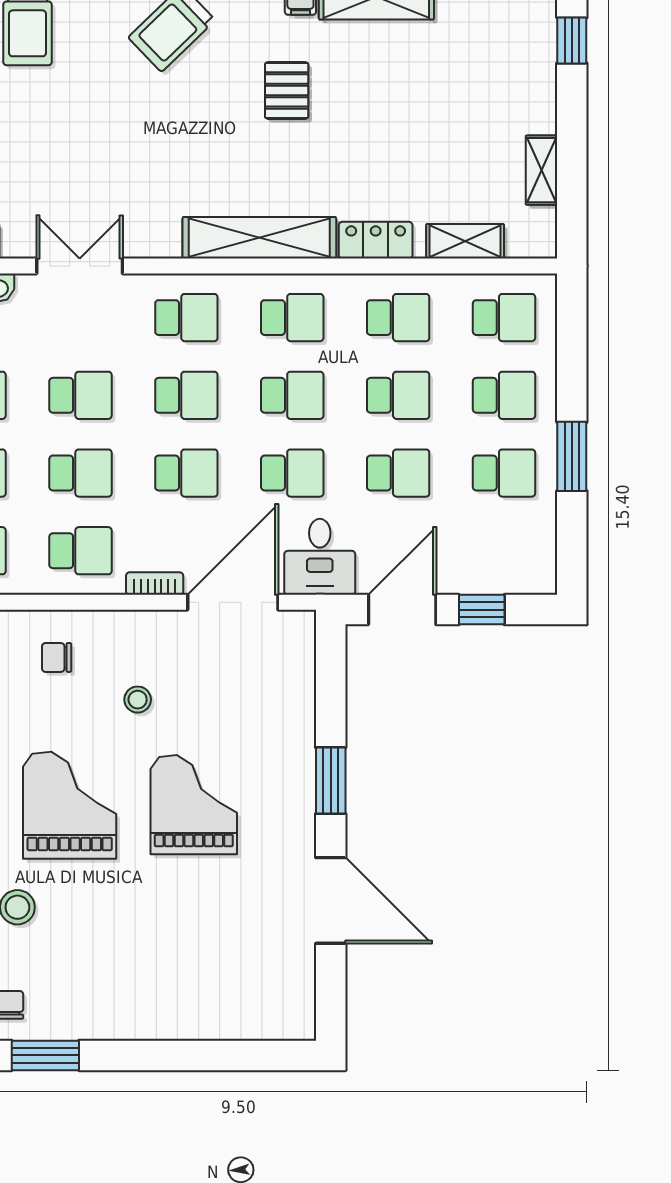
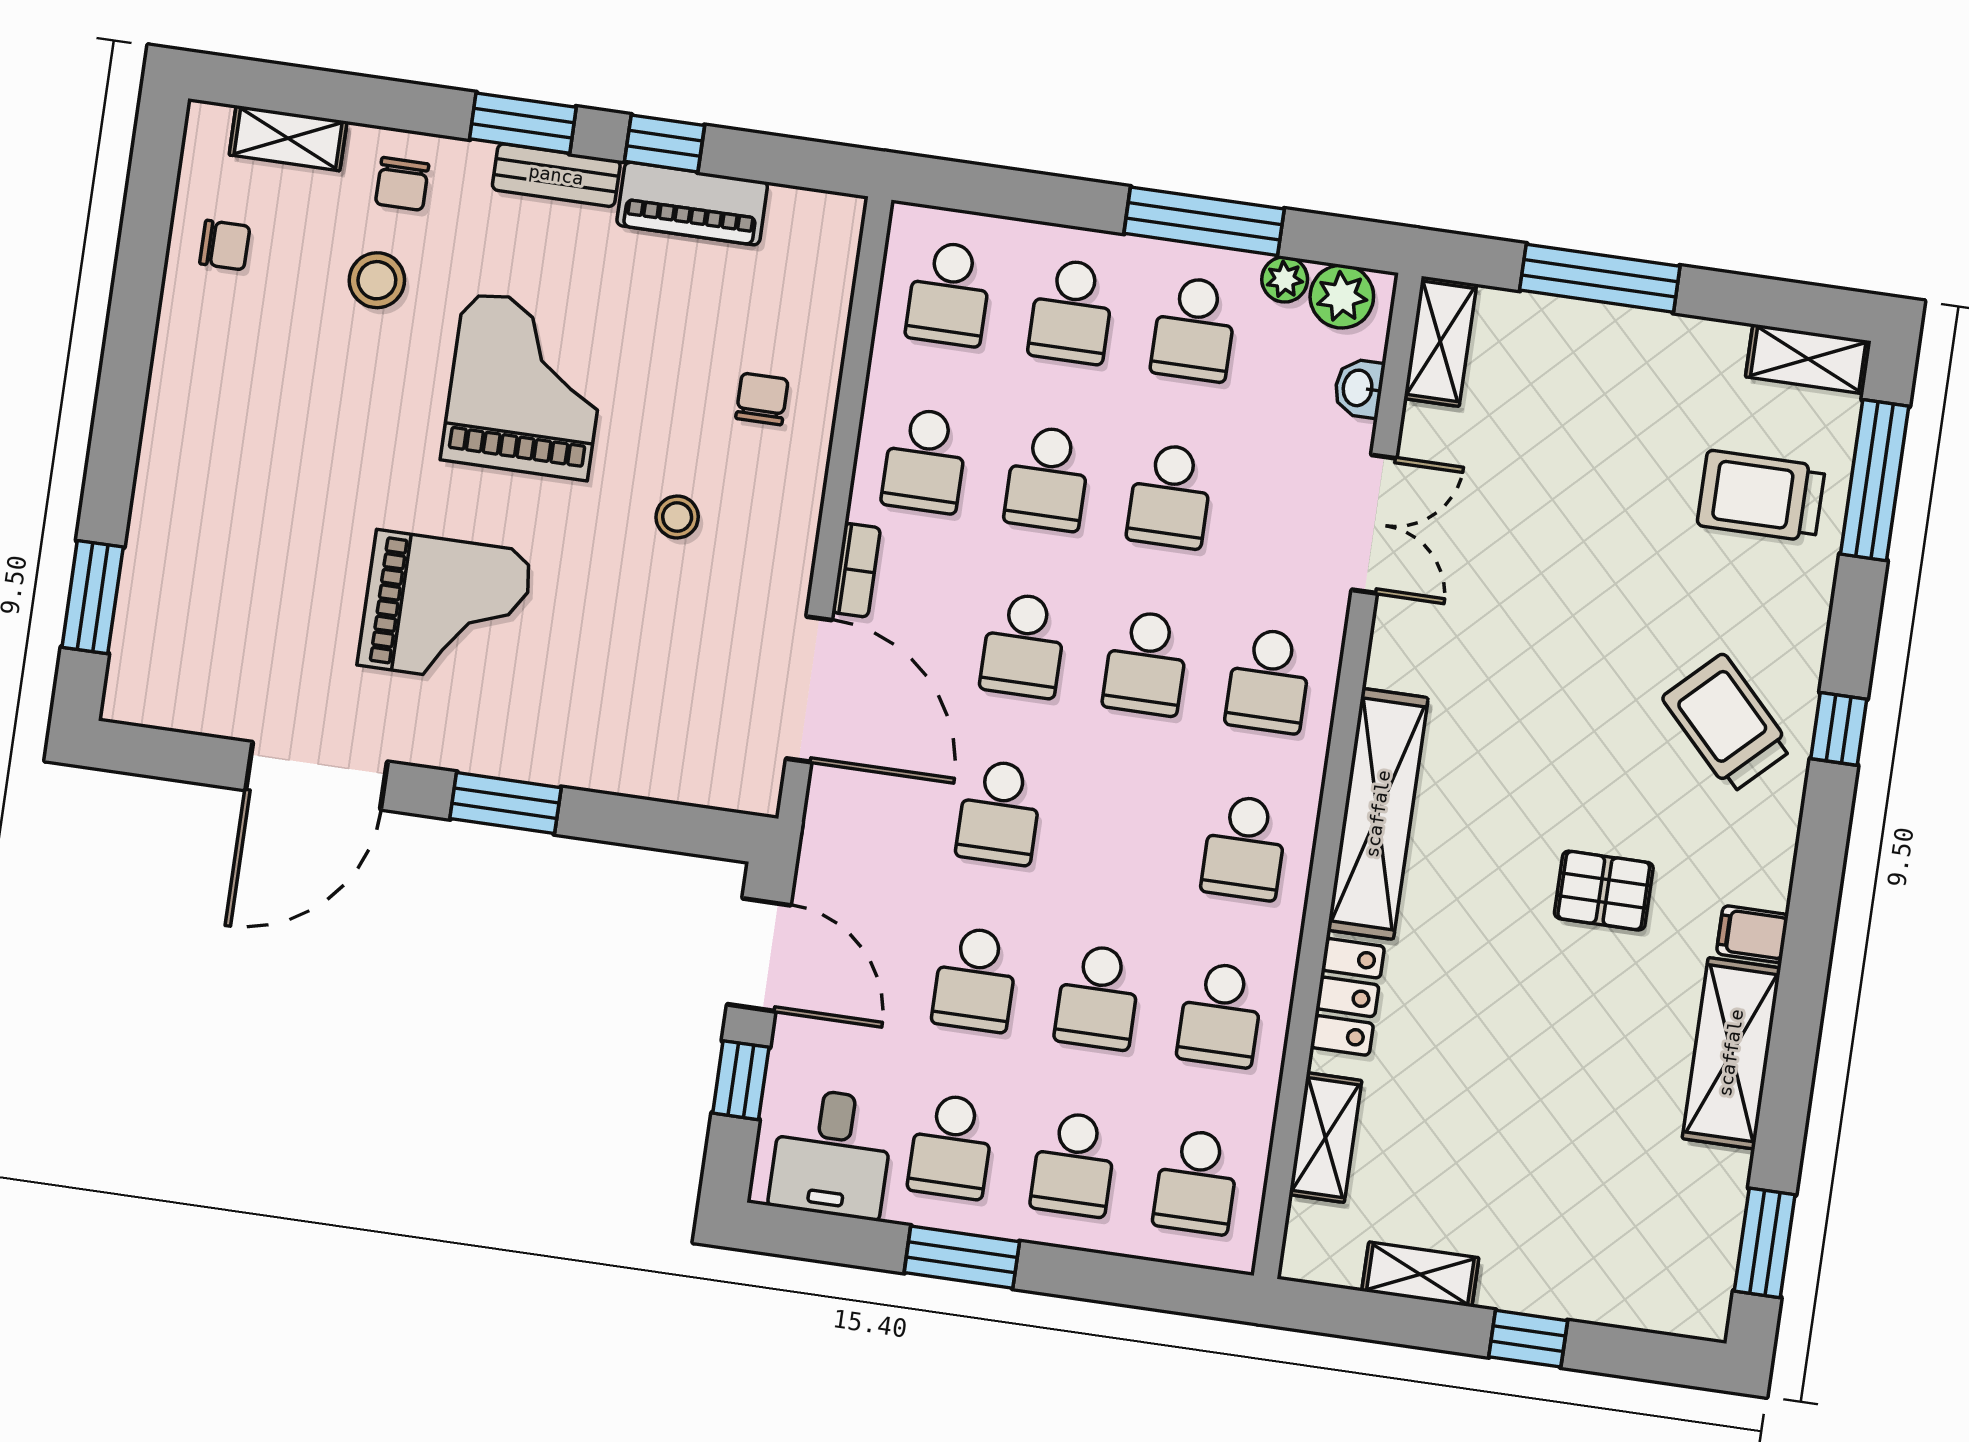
window: (572, 40) -> (1528, 1339), moved
school desk: (292, 395) -> (1122, 830), removed
desk: (320, 557) -> (832, 1153), moved, turned -90
grand piano: (70, 805) -> (526, 386), turned -90
grand piano: (194, 805) -> (445, 609), moved
window: (45, 1055) -> (93, 597), moved

